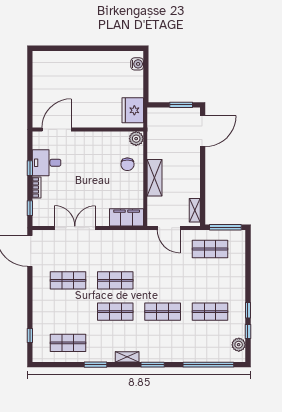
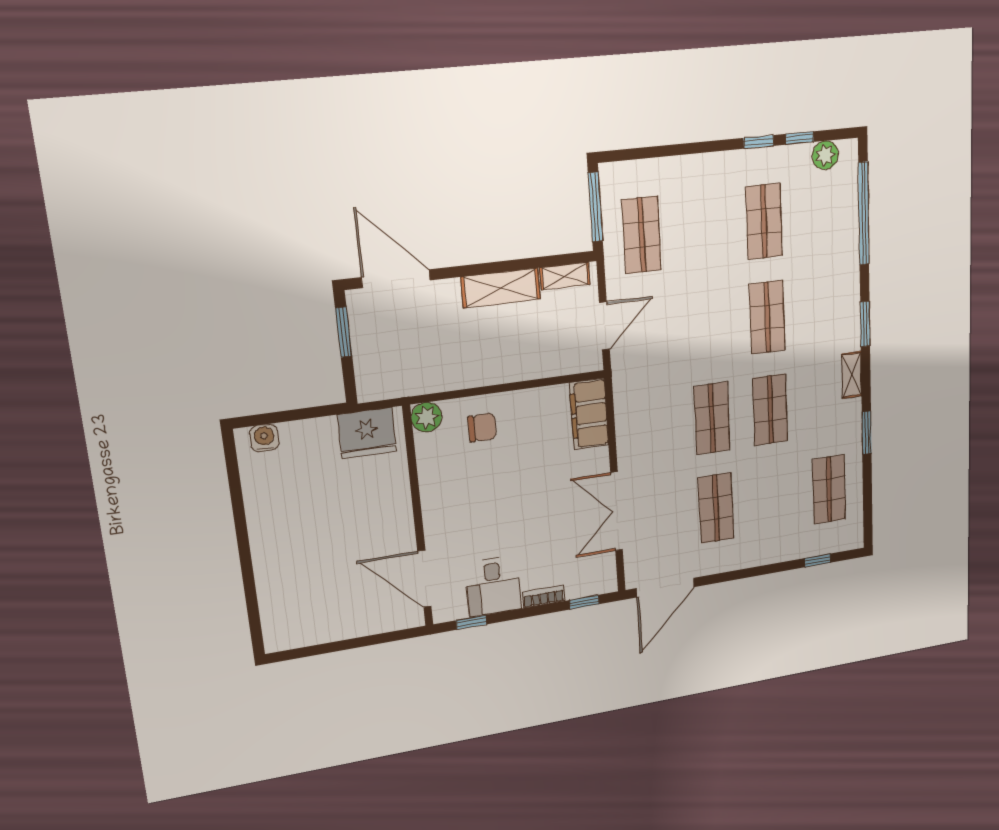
window: (30, 168) -> (471, 622), moved
shelving: (154, 178) -> (501, 288), moved

